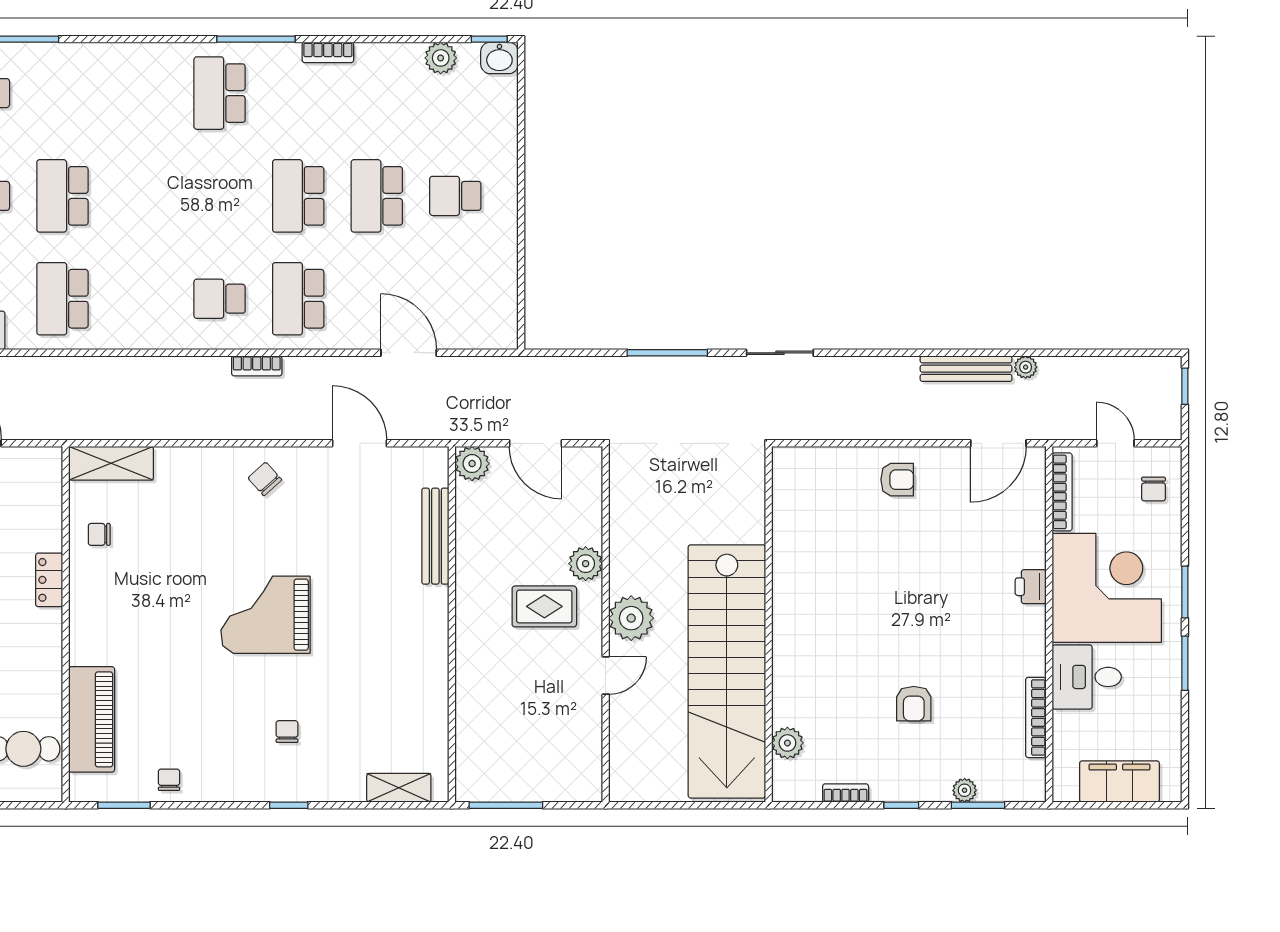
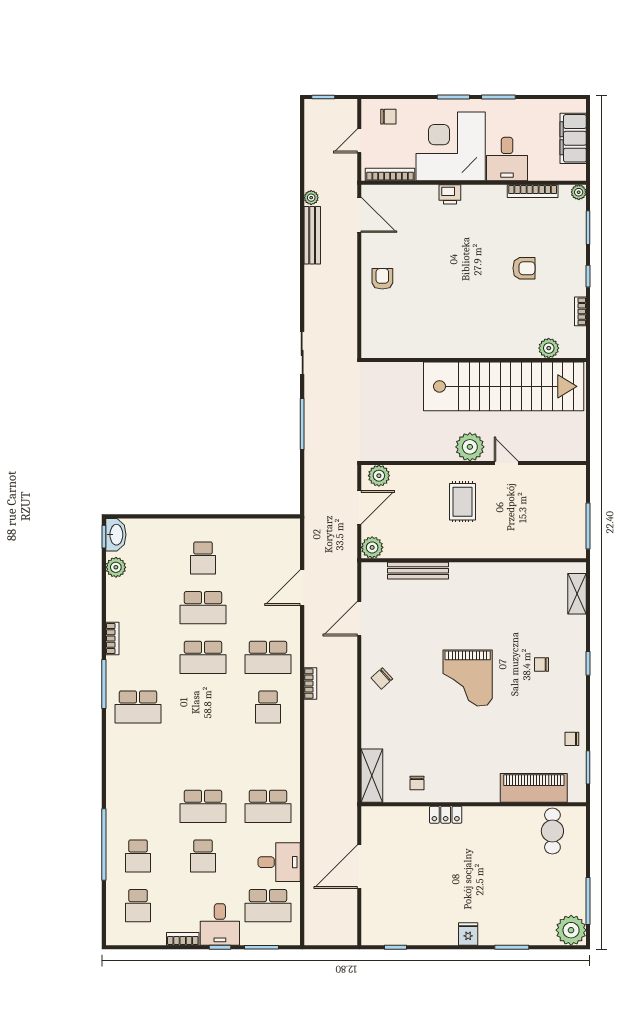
washbasin: (499, 58) -> (116, 535), width x1.38
plant: (586, 564) -> (379, 476), moved
plant: (965, 790) -> (579, 192), moved

